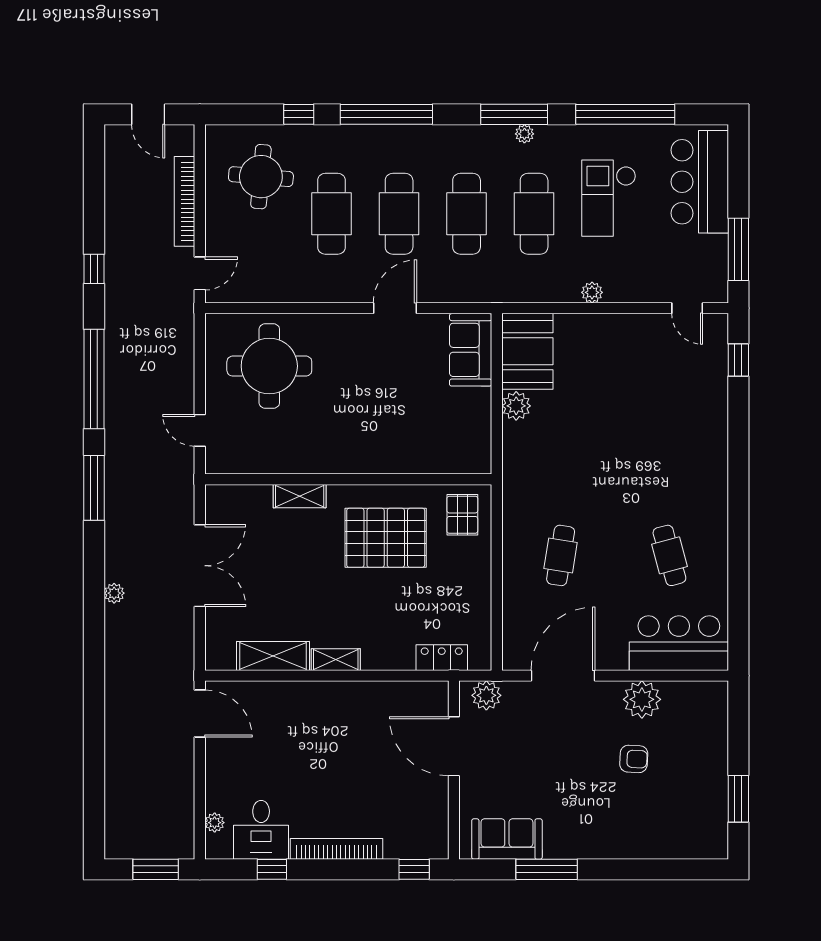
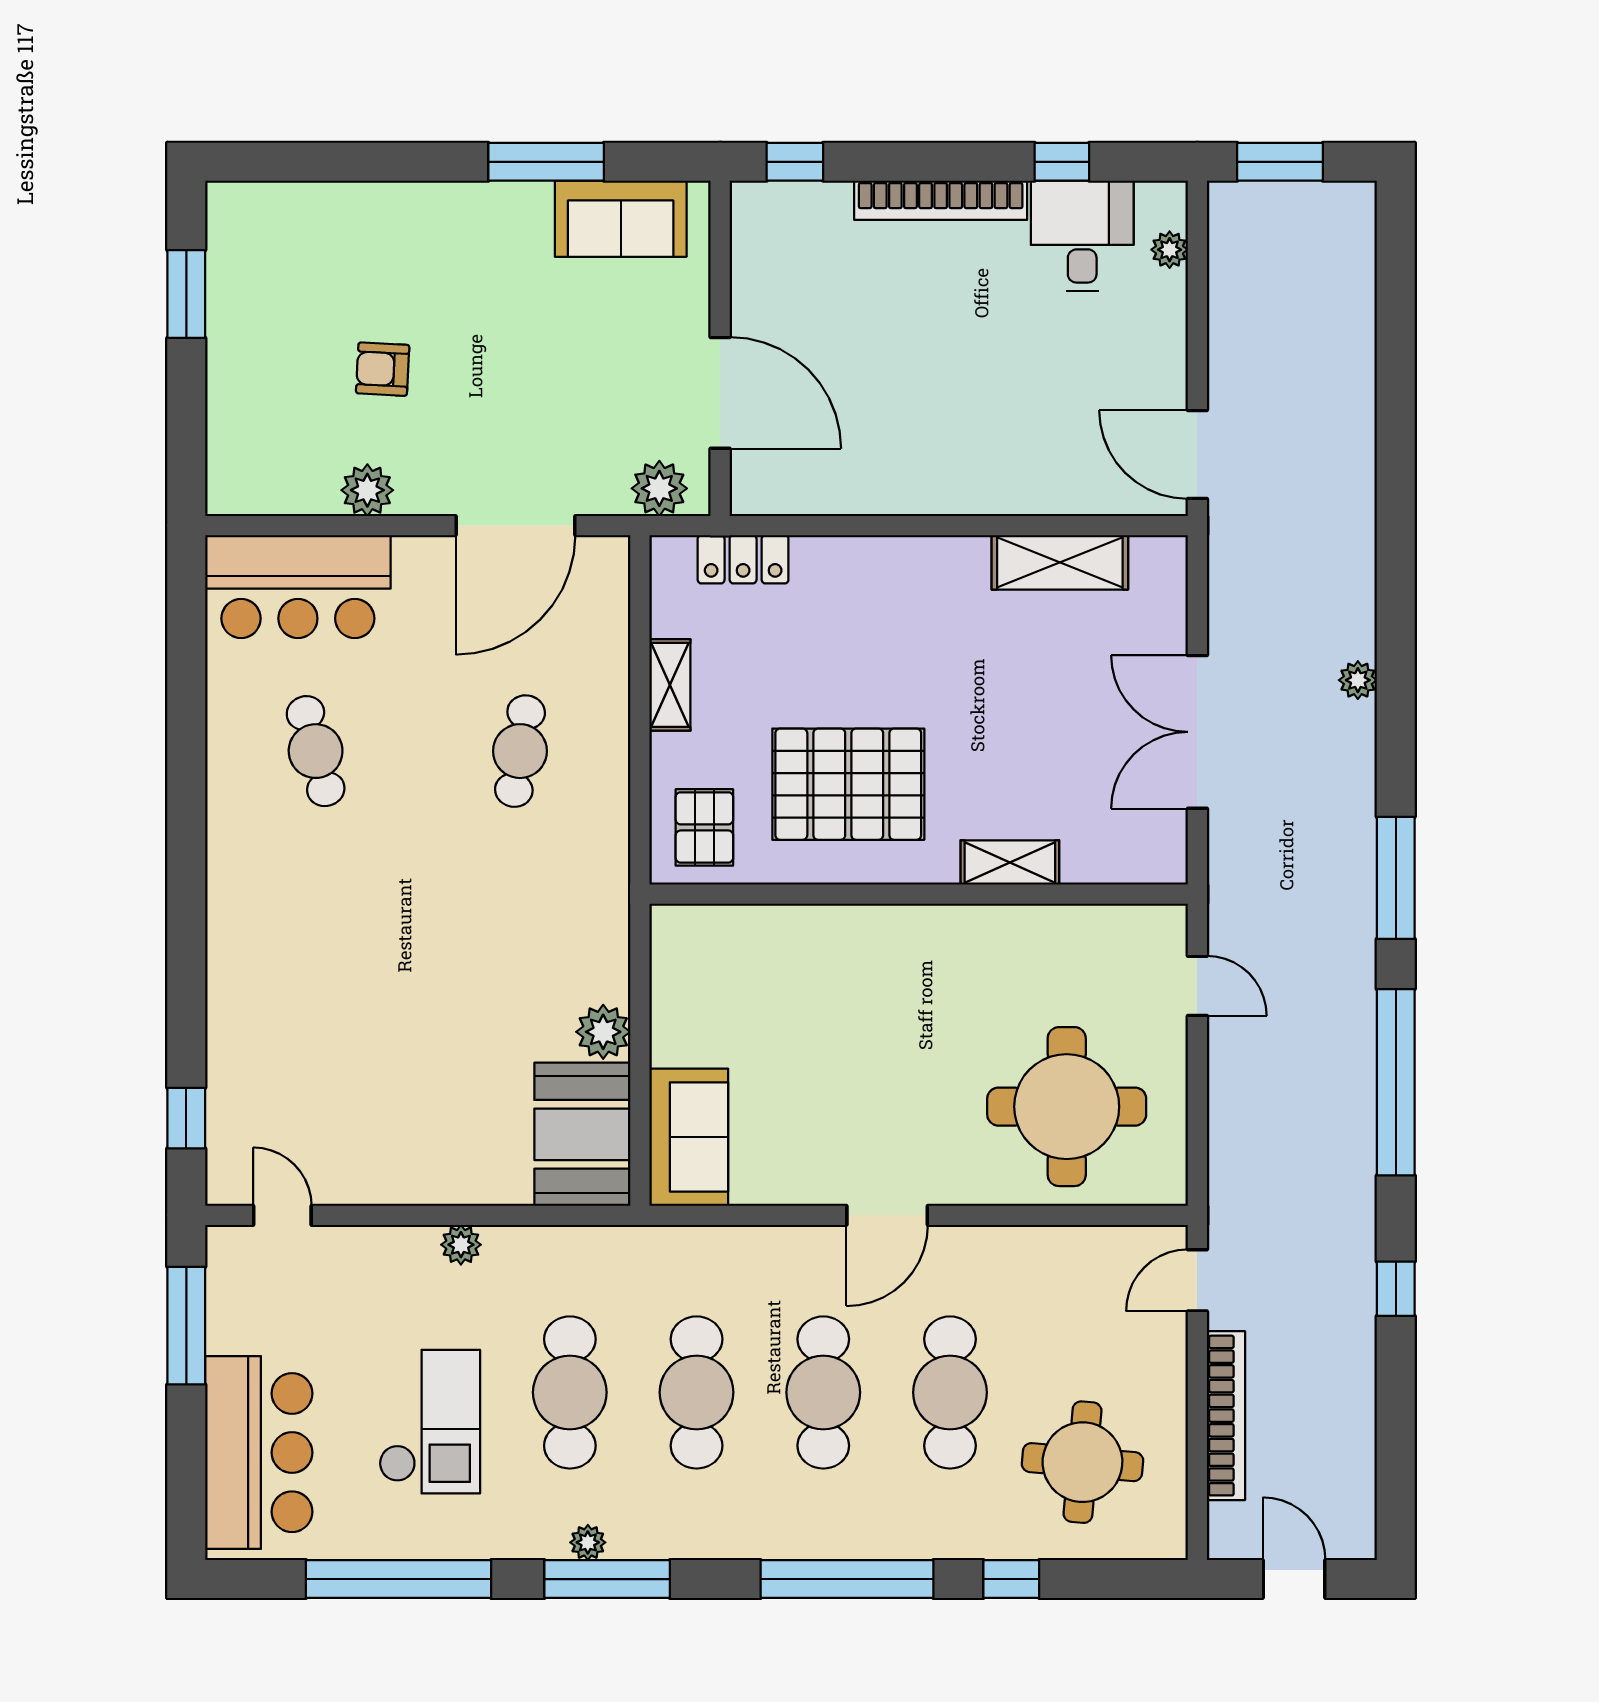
door: (395, 308) -> (887, 1215), moved
shelving: (336, 660) -> (670, 685), moved, turned 90
plant: (642, 699) -> (367, 490), width x0.73, depth x0.73

